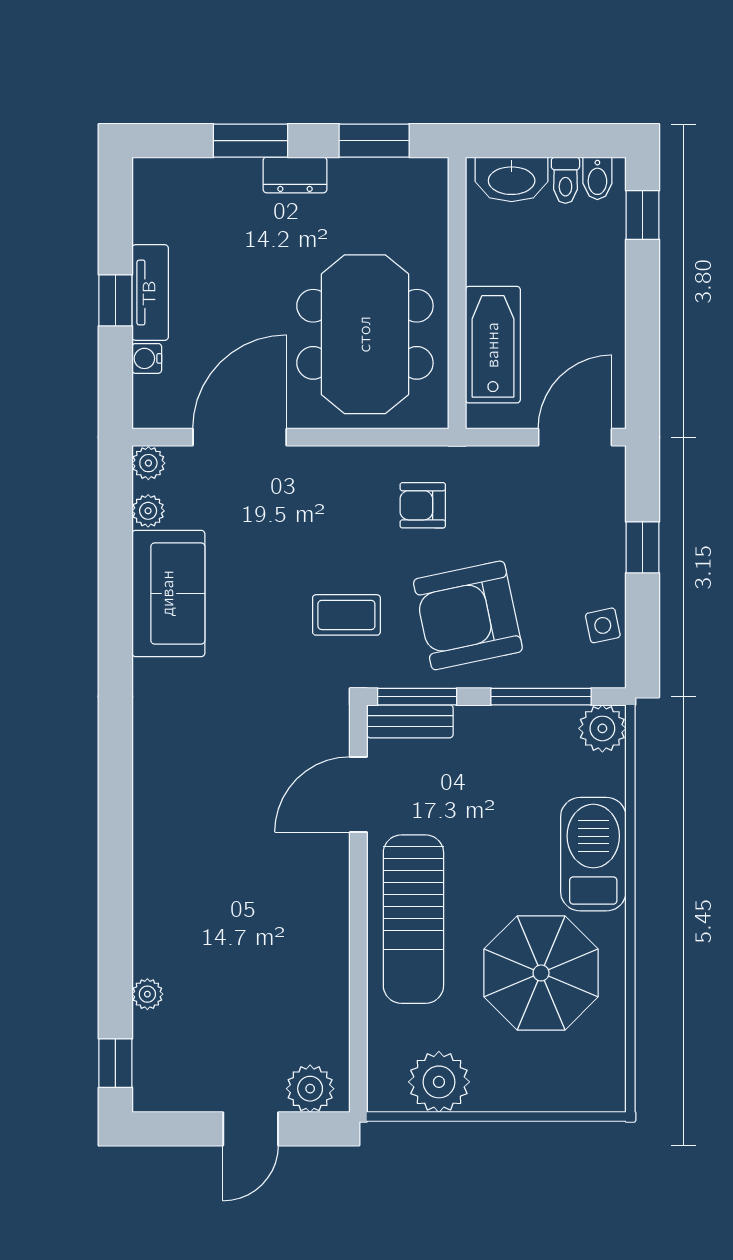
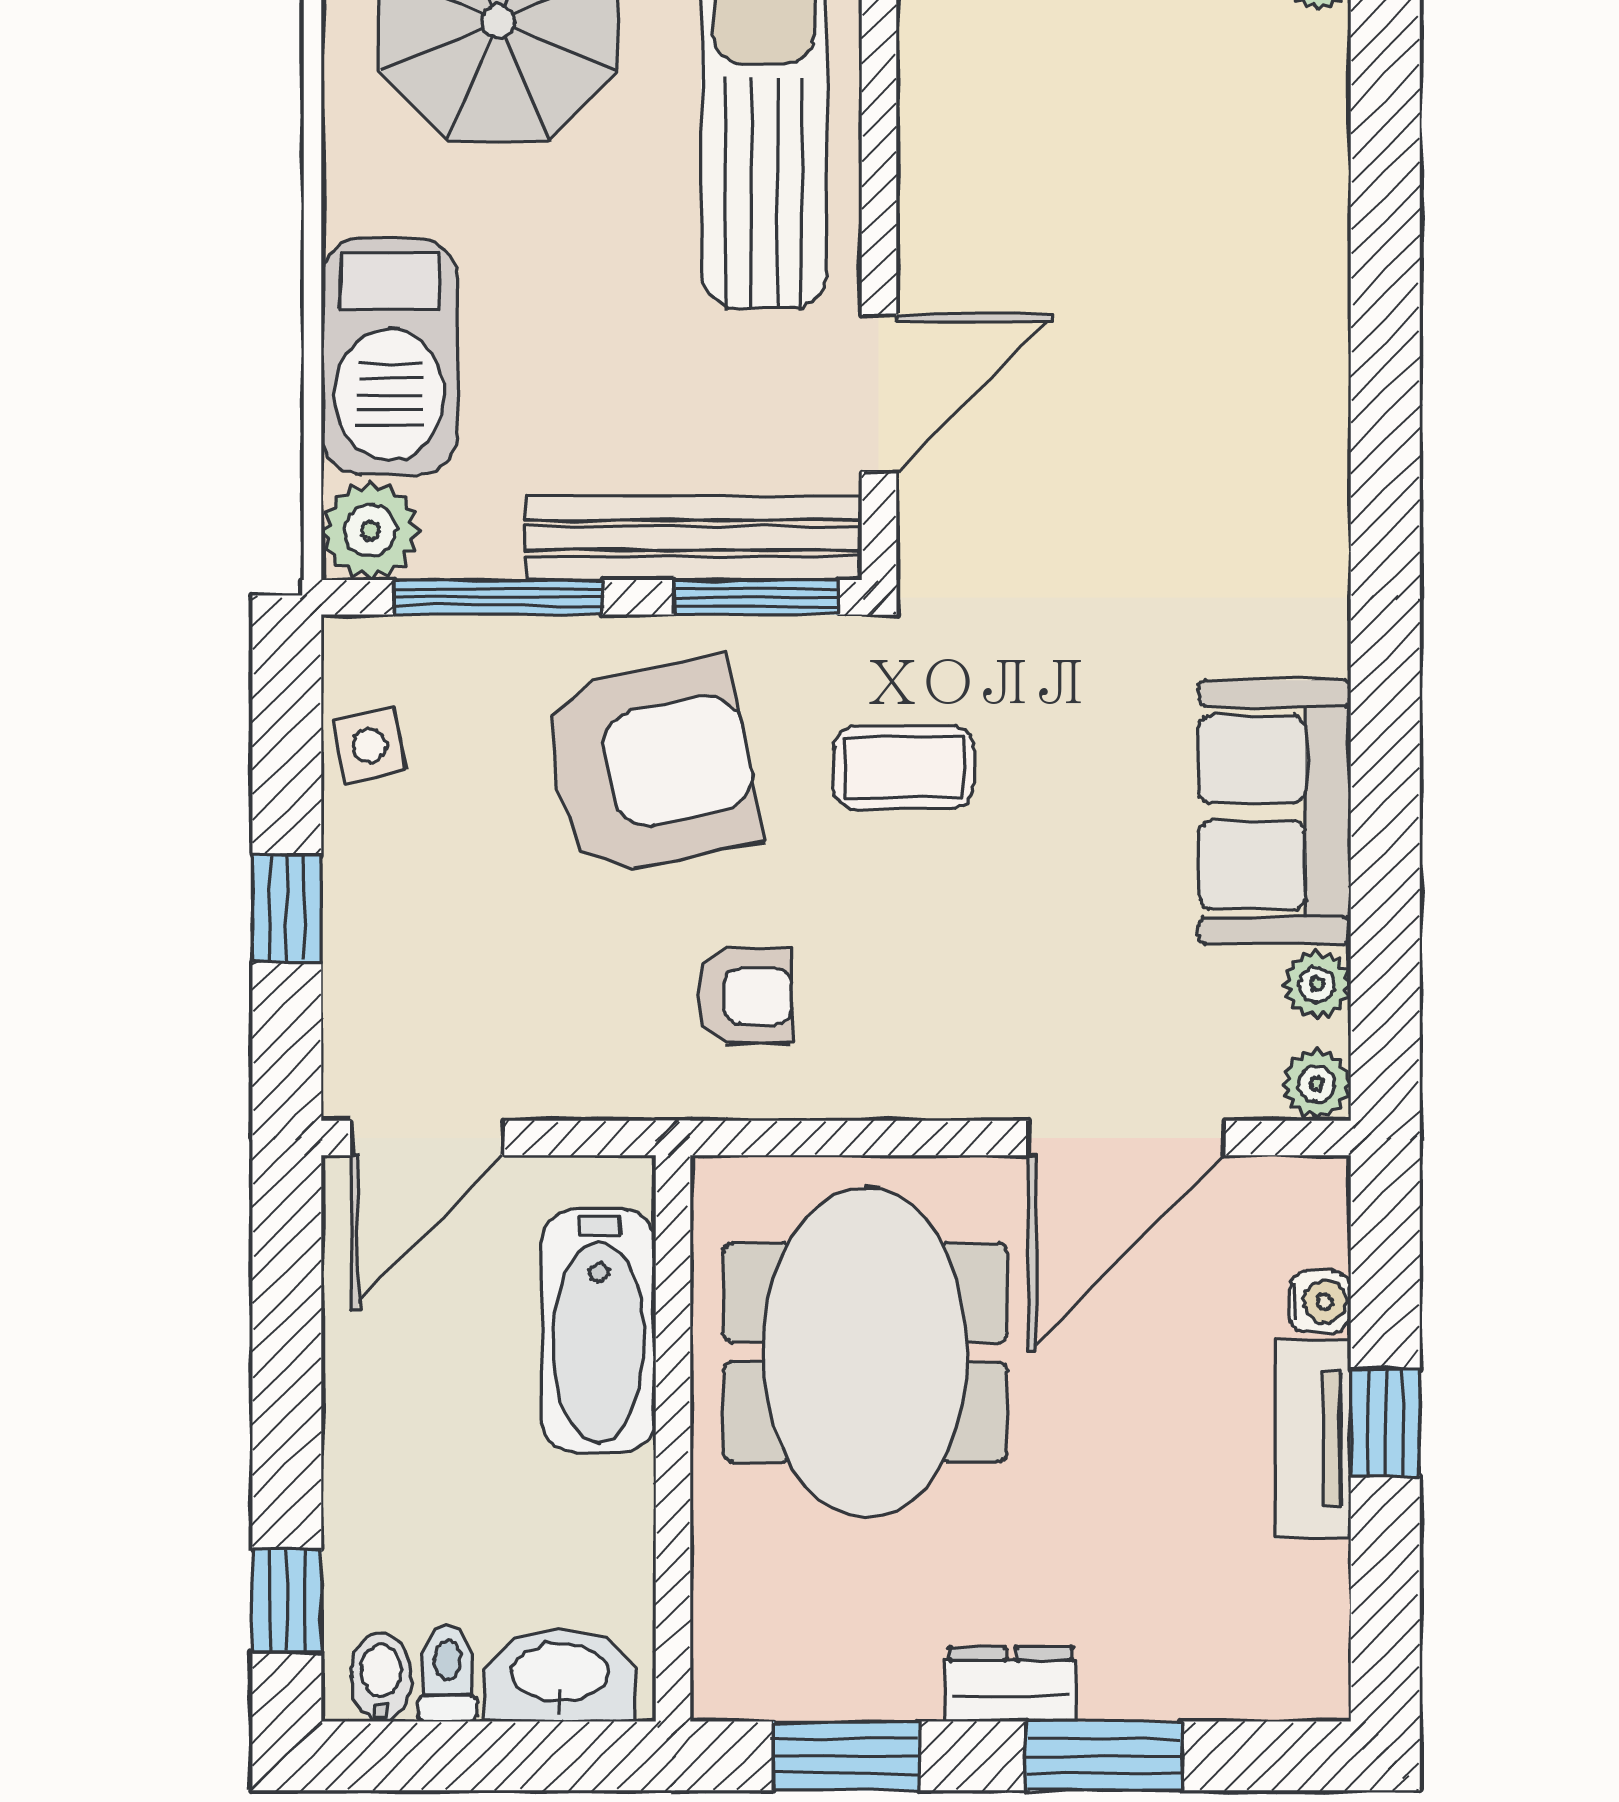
bench: (410, 721) -> (694, 538), width x1.86, depth x1.21
barbecue: (593, 854) -> (389, 356), moved

